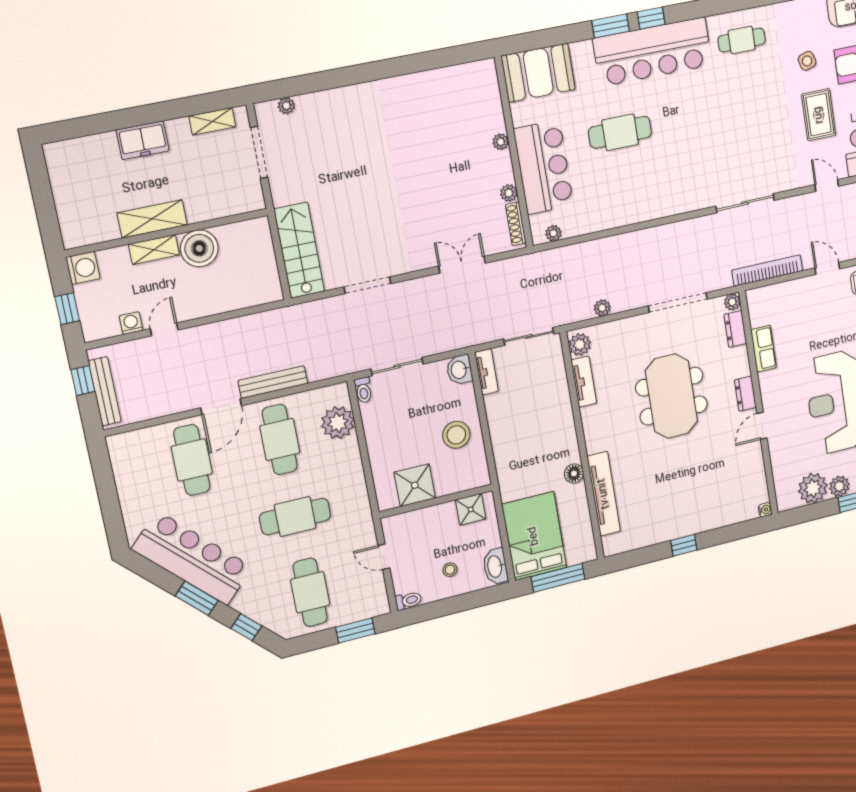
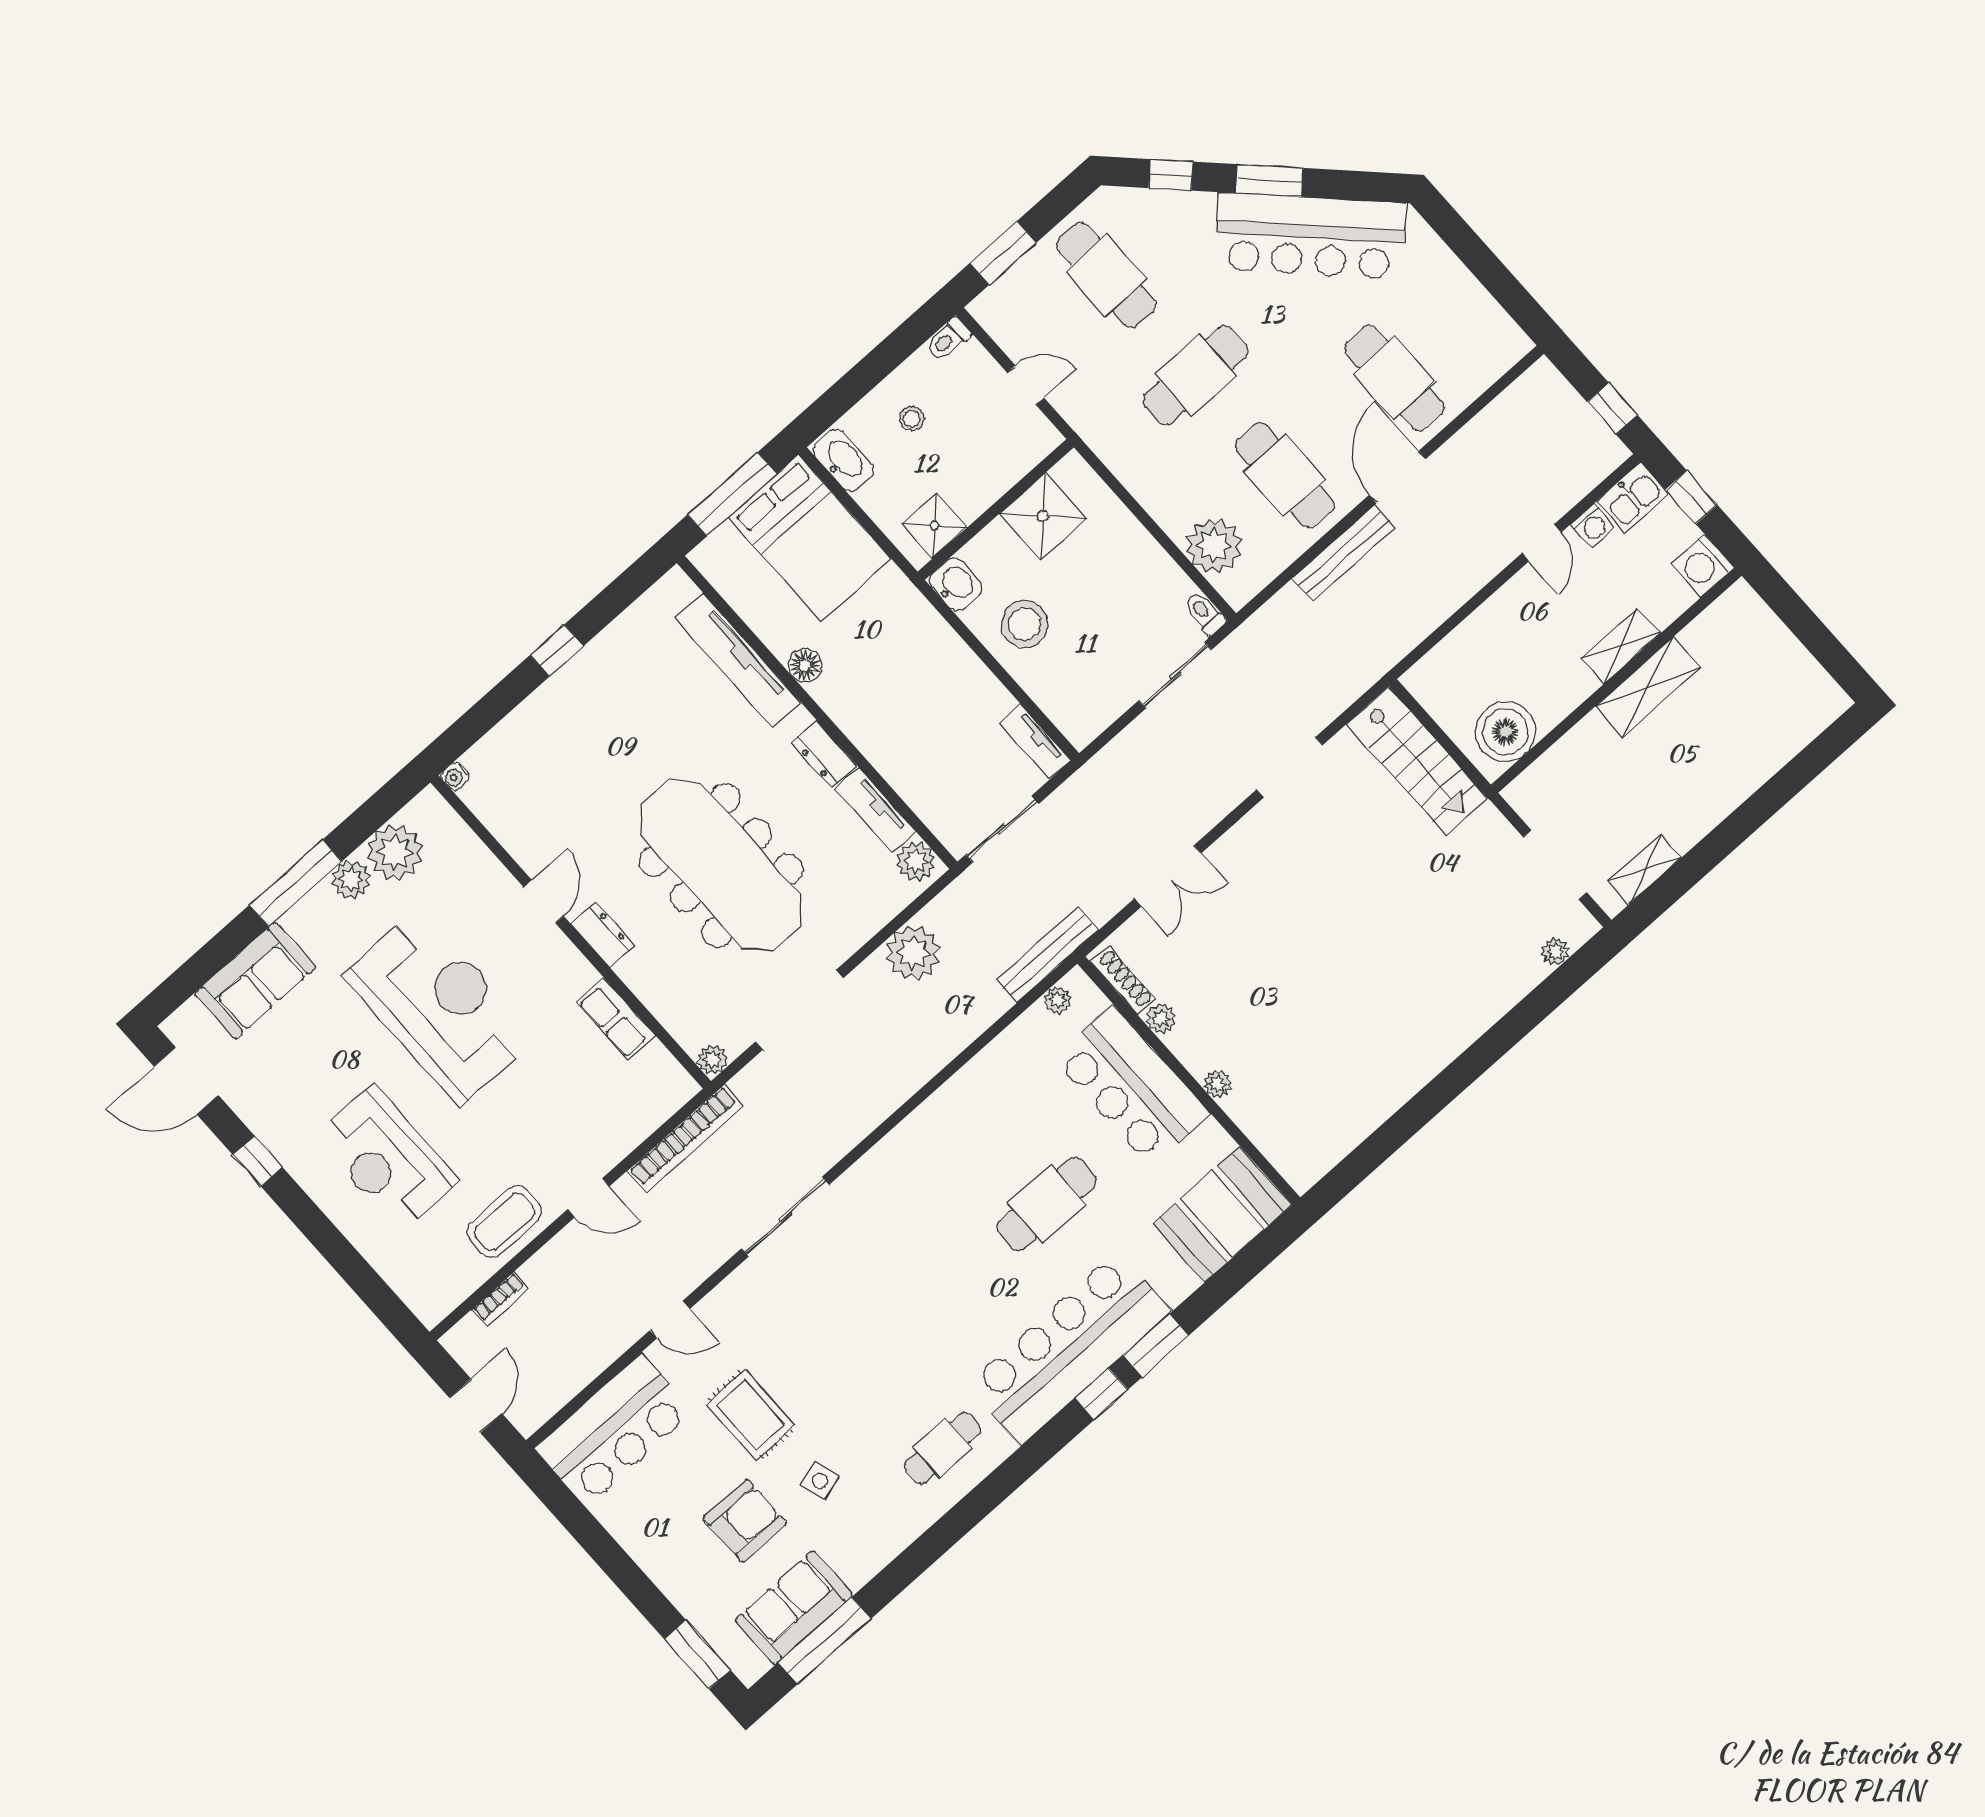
freezer: (143, 140) -> (1724, 788), removed
boiler: (199, 248) -> (1505, 732), moved
plant: (602, 308) -> (913, 953), width x1.87, depth x1.87
kitchen sink: (100, 326) -> (1633, 498), added
dresser: (735, 329) -> (824, 754), moved, turned 180
washbasin: (459, 370) -> (956, 584), moved
bench: (105, 391) -> (1048, 955), moved, turned 90
meeting table: (672, 396) -> (721, 865), width x1.36

